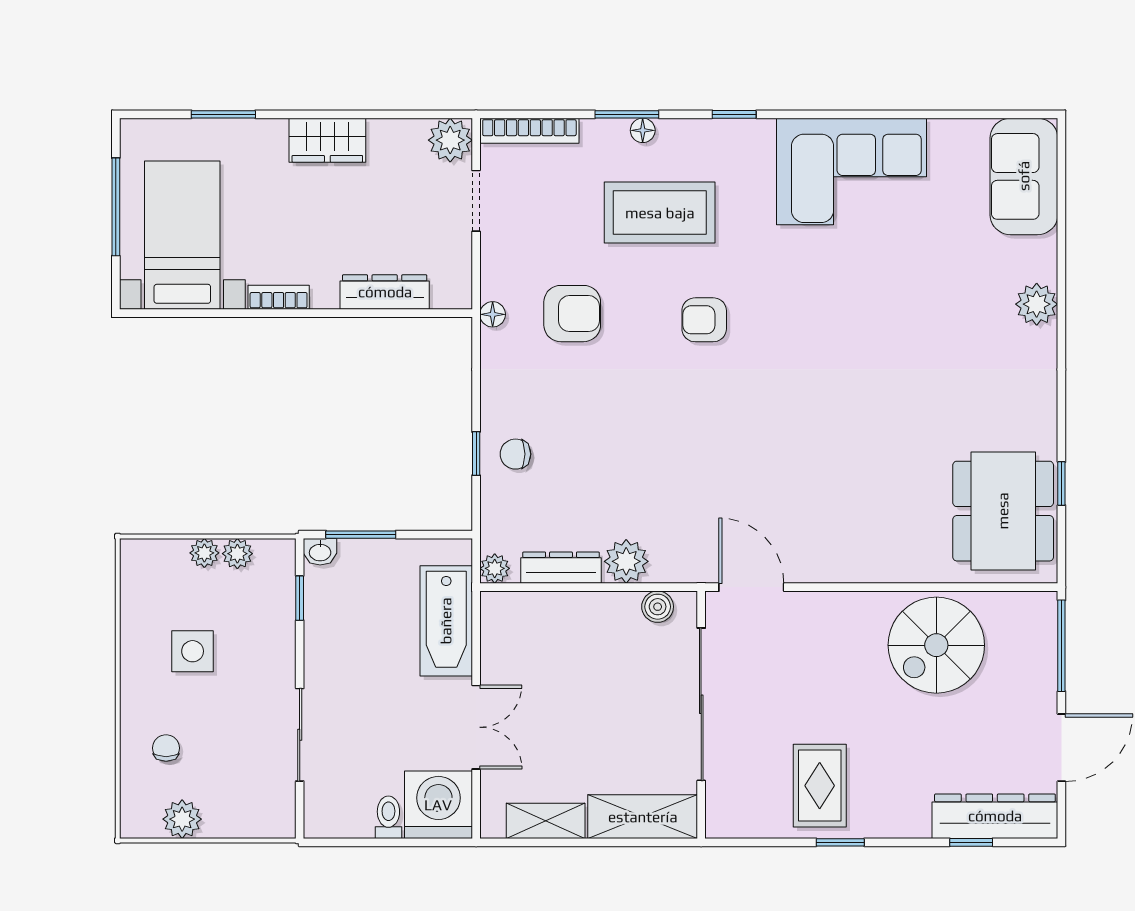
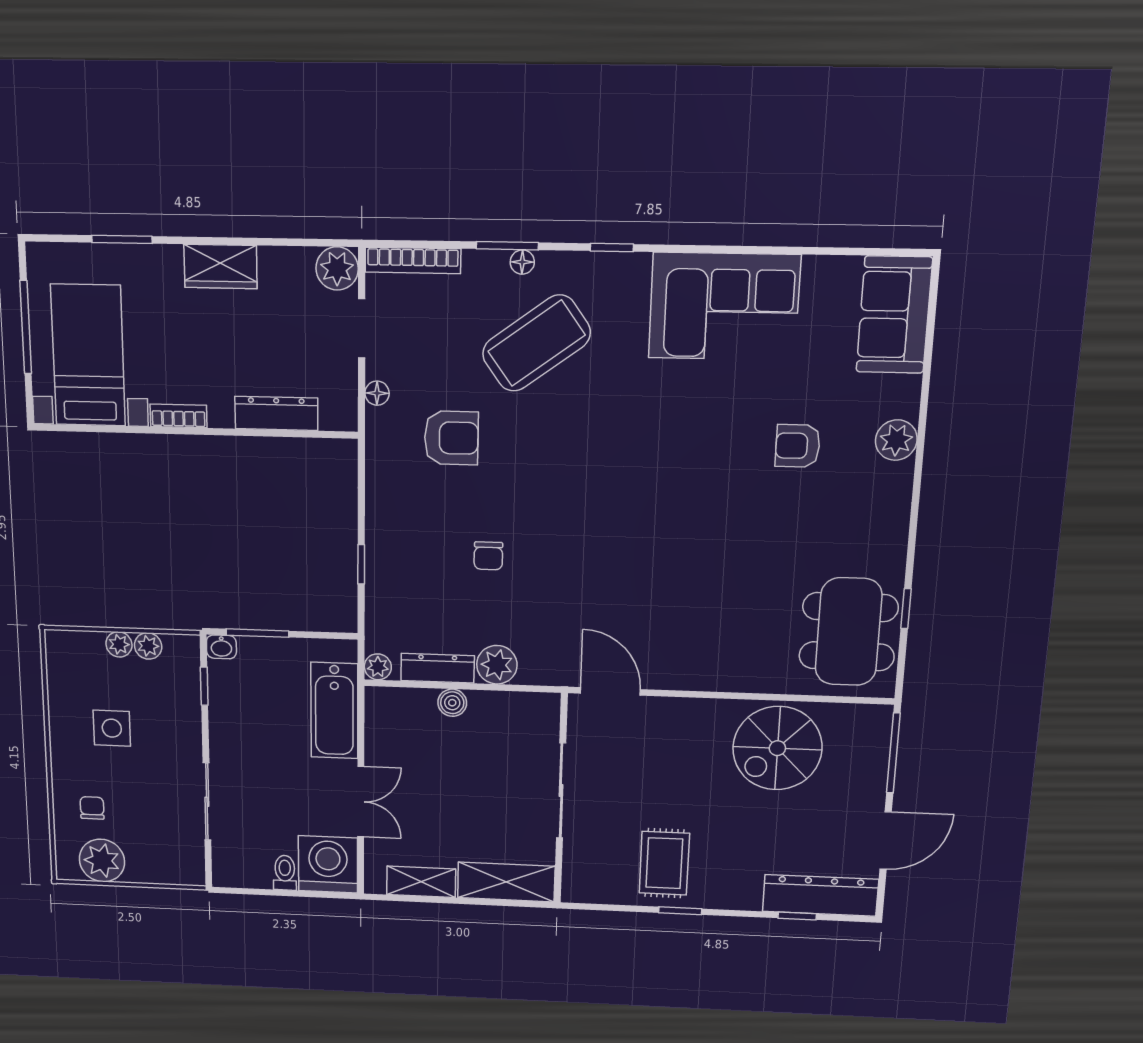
coffee table: (660, 213) -> (536, 343), turned -36
floor lamp: (493, 314) -> (377, 393), moved
armchair: (704, 320) -> (798, 446), moved
chair: (515, 454) -> (488, 556), moved, turned -90
boiler: (658, 607) -> (452, 703), moved
sliding door: (701, 704) -> (561, 791), width x0.73
plant: (182, 819) -> (102, 861), width x1.36, depth x1.36

